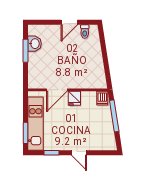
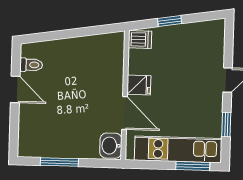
washbasin: (35, 44) -> (111, 146), moved, turned -90
window: (114, 116) -> (170, 21), width x0.46

